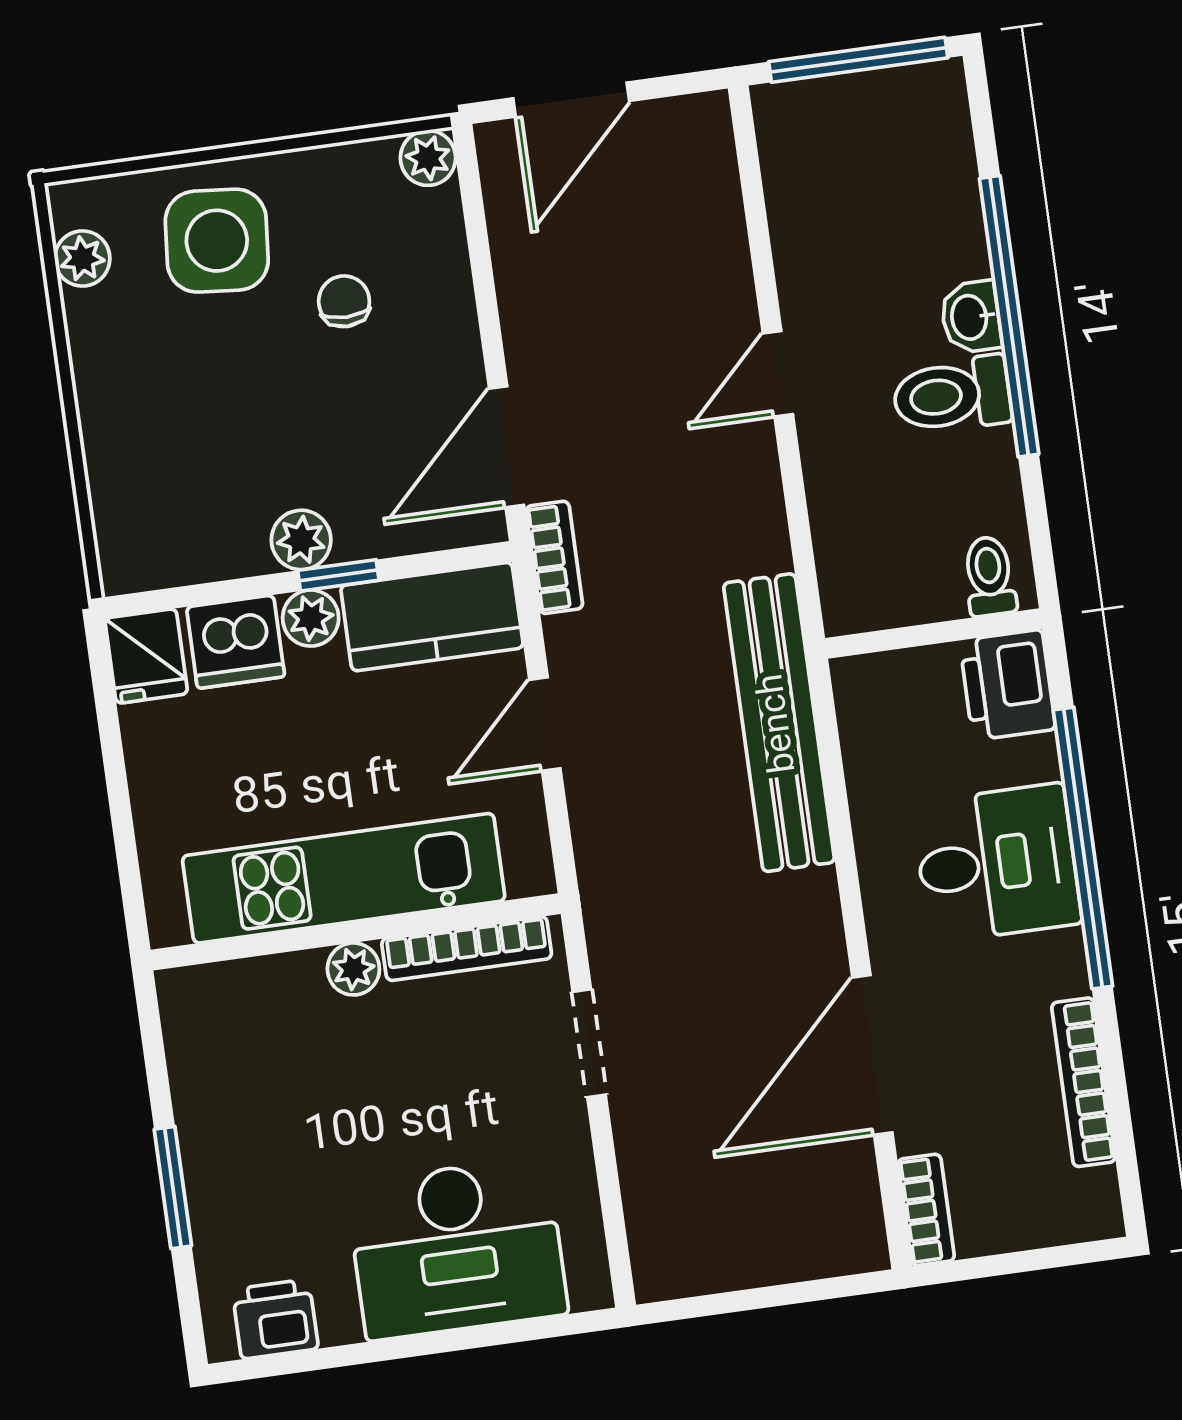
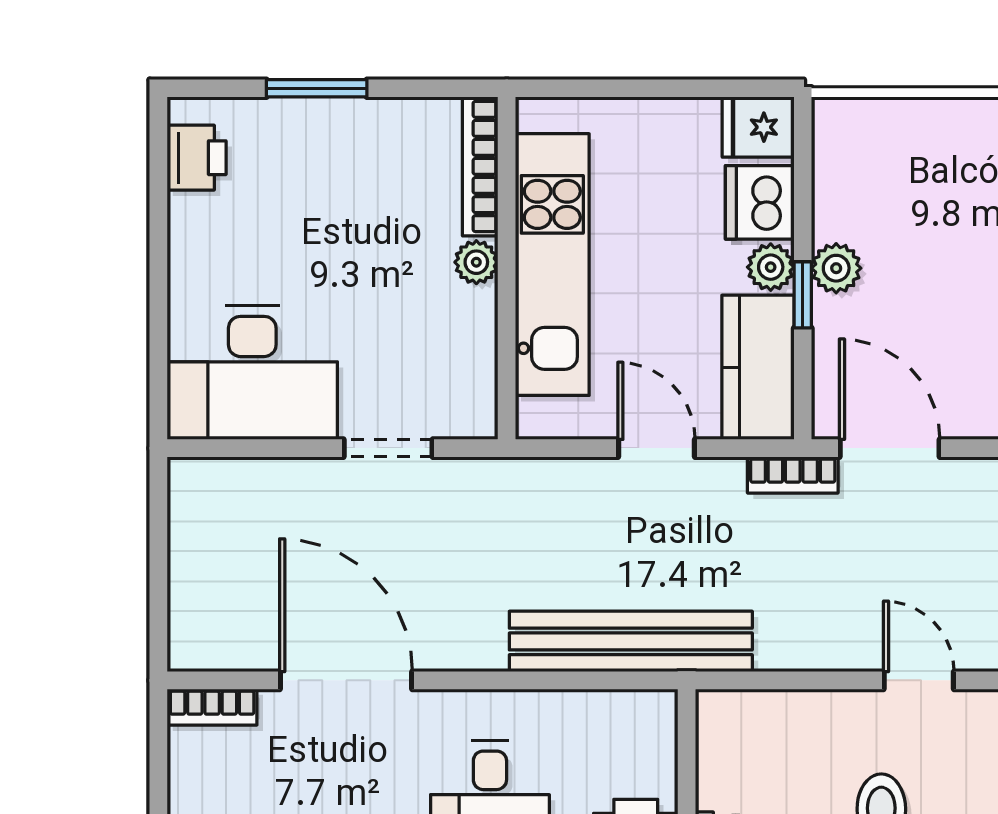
bookcase: (467, 949) -> (480, 166), moved
desk: (457, 1248) -> (252, 373), moved, turned -90

